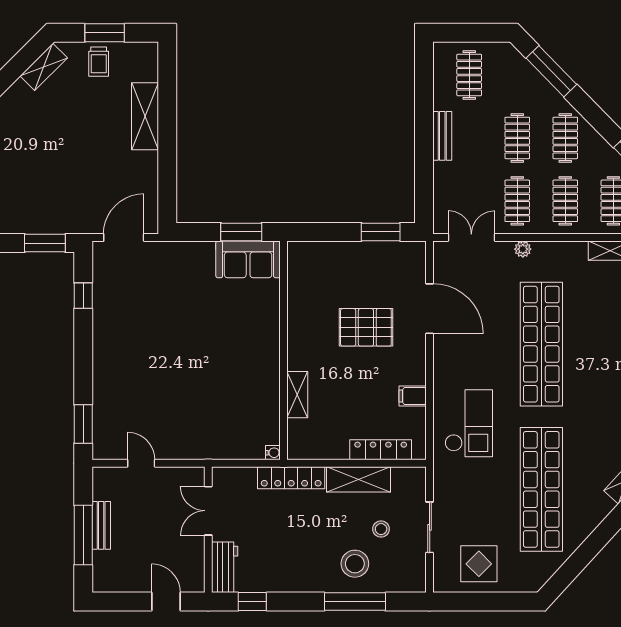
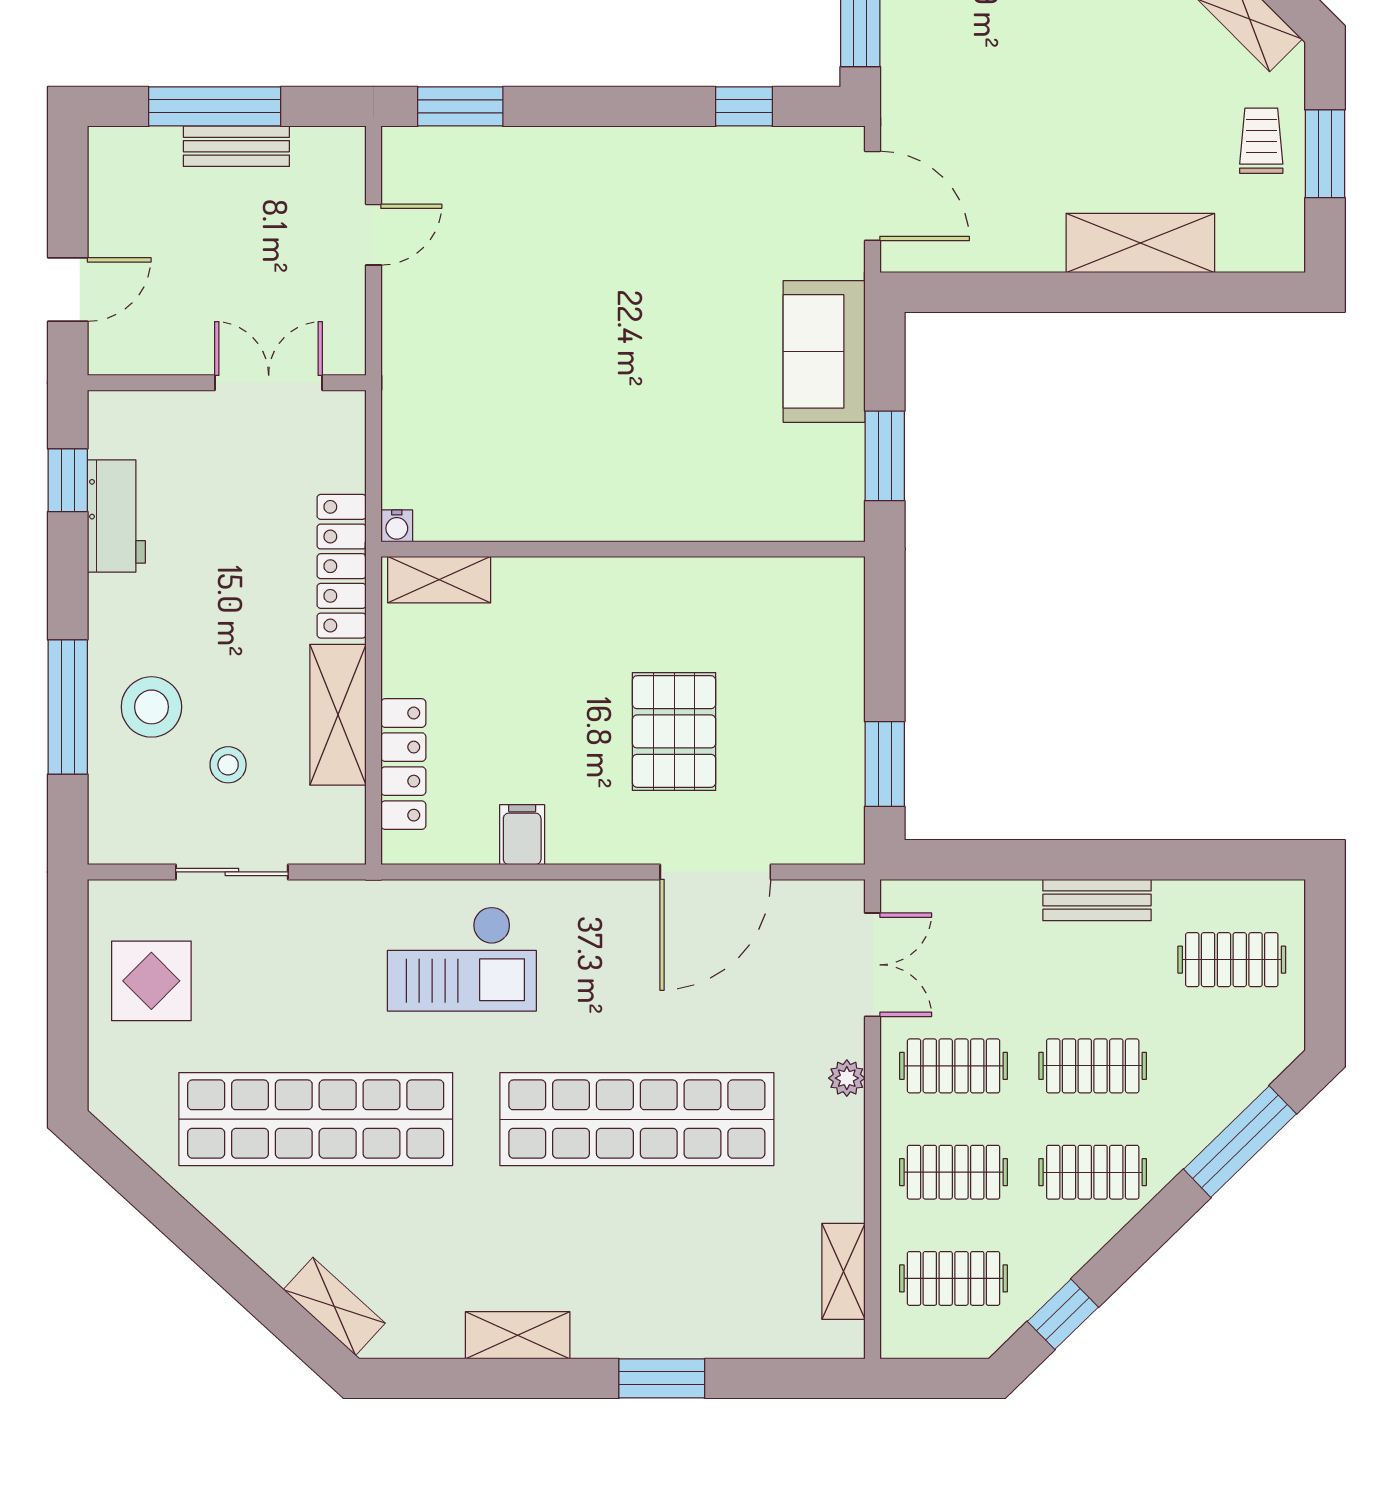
trolley: (99, 62) -> (1261, 141), turned 90
sofa: (248, 259) -> (824, 351), moved
shelving: (297, 395) -> (439, 580), moved
workbench: (225, 567) -> (116, 516), moved, turned -90

